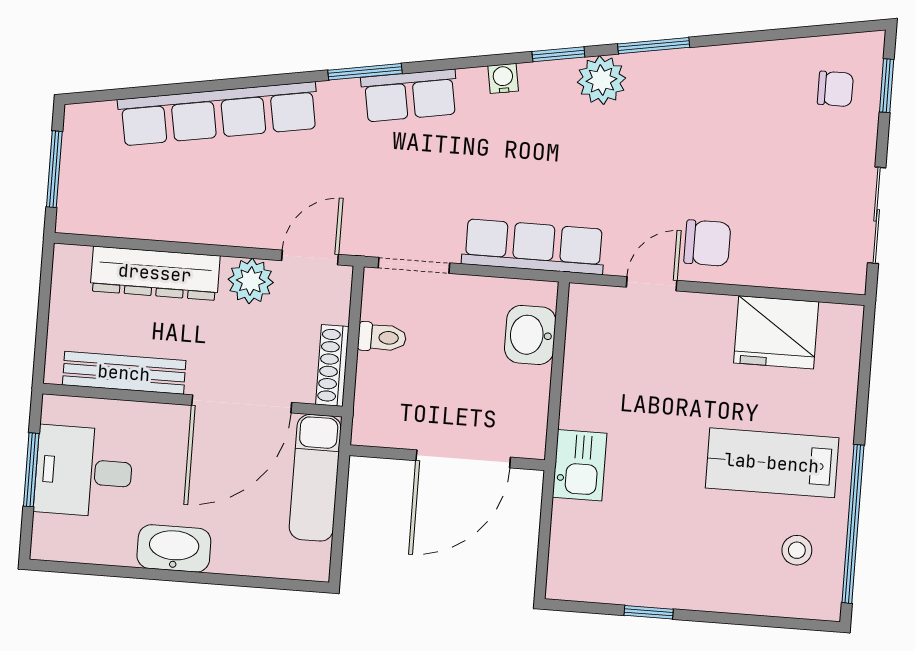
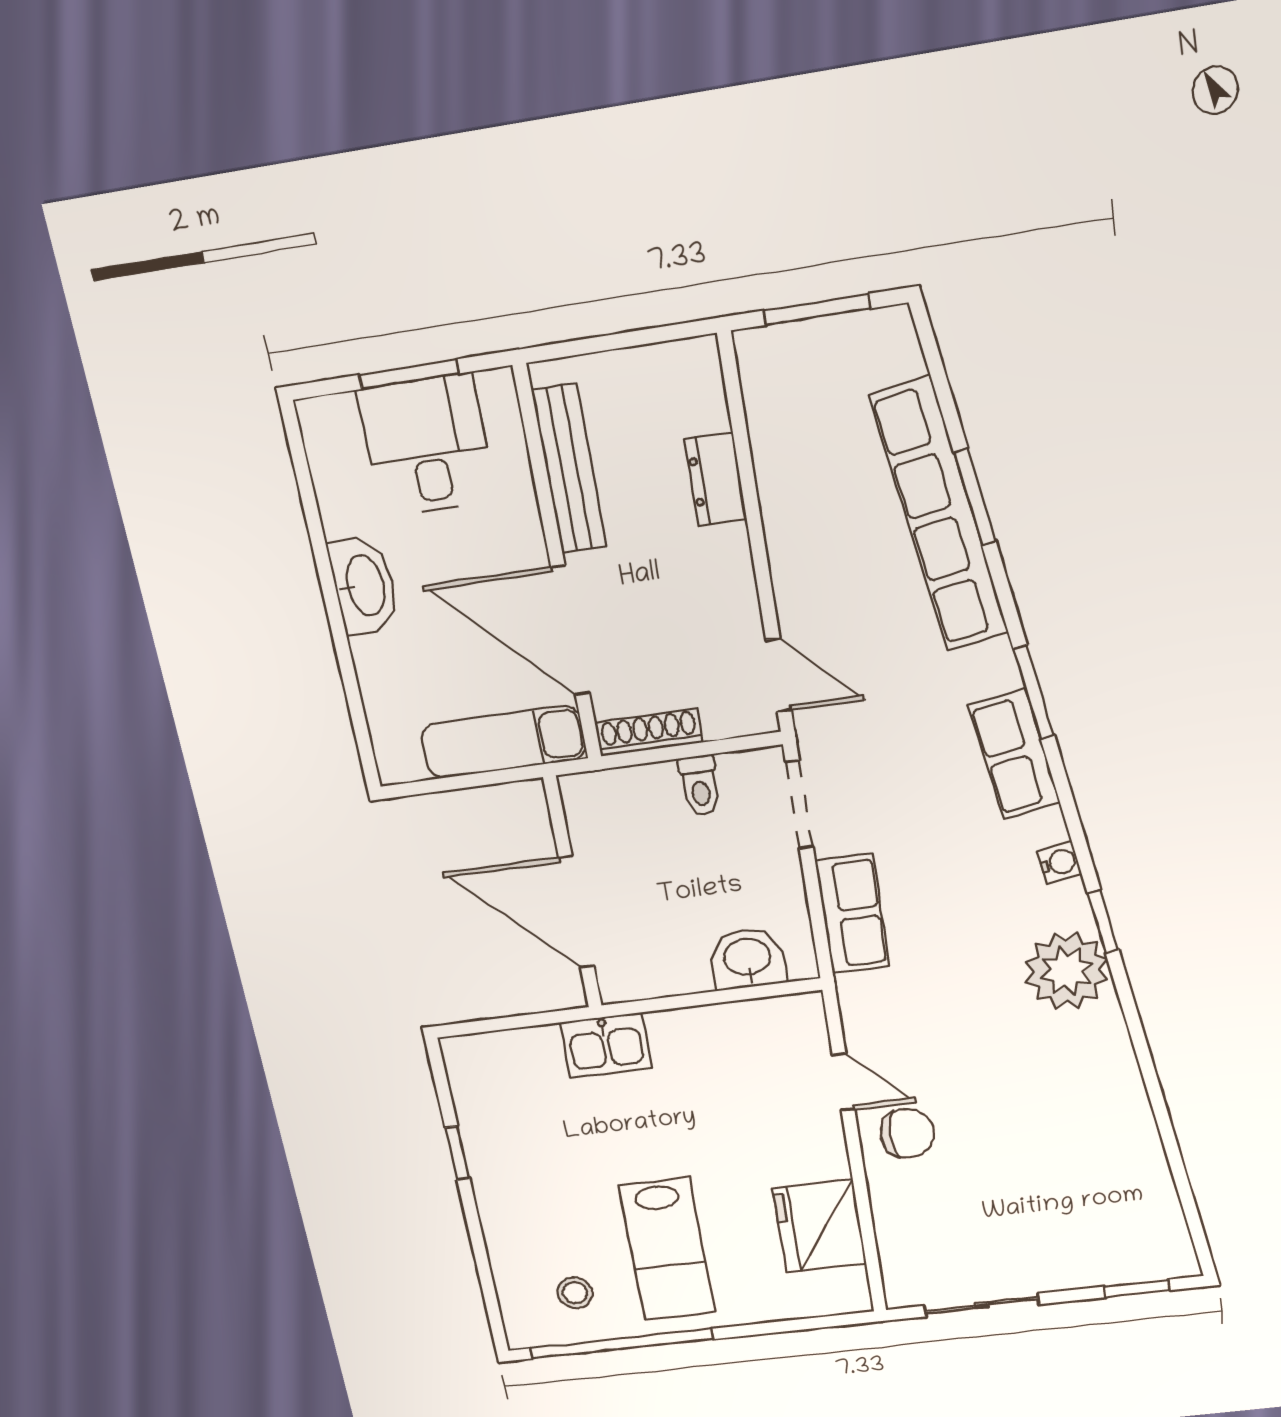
window: (654, 46) -> (975, 497), moved
plant: (601, 80) -> (1067, 971), width x1.36, depth x1.36
chair: (835, 89) -> (1122, 1236), removed
chair: (707, 243) -> (907, 1133), turned -89
row of seats: (533, 247) -> (852, 914), width x0.68
dresser: (155, 273) -> (716, 479), width x0.51, depth x0.80
plant: (251, 281) -> (730, 607), removed
lab bench: (772, 463) -> (667, 1249), turned 180

